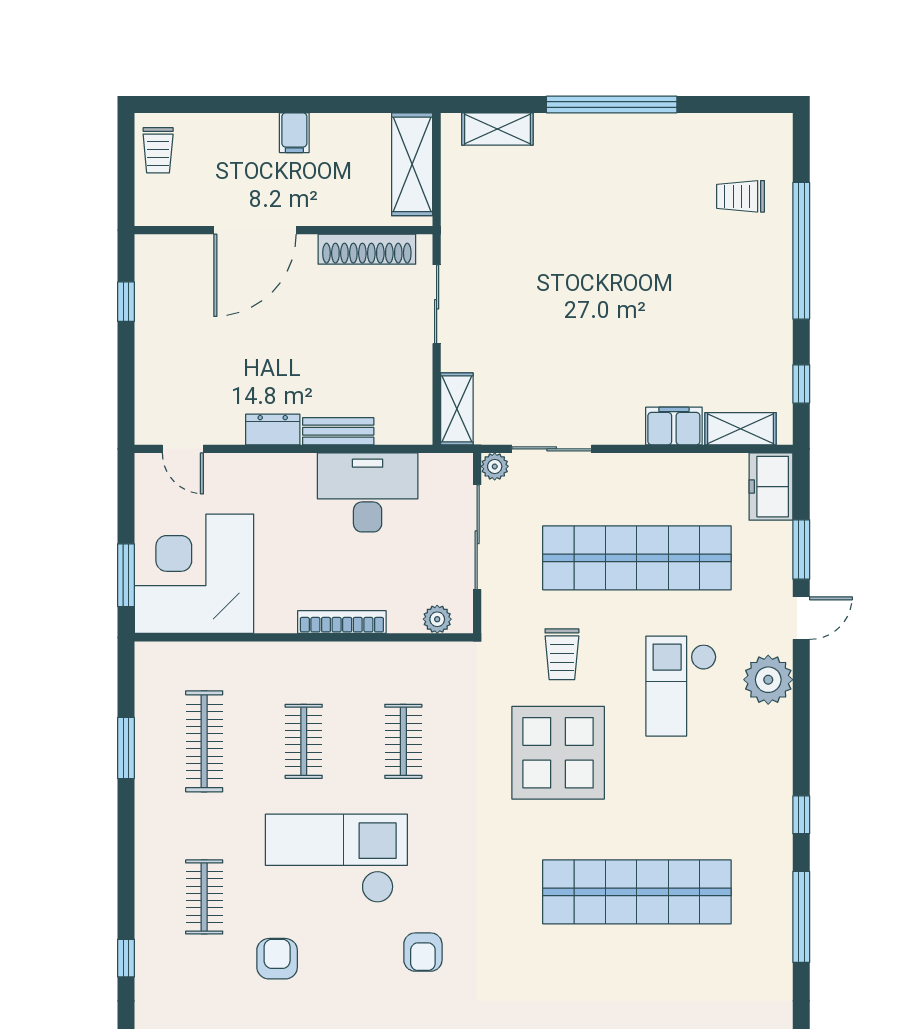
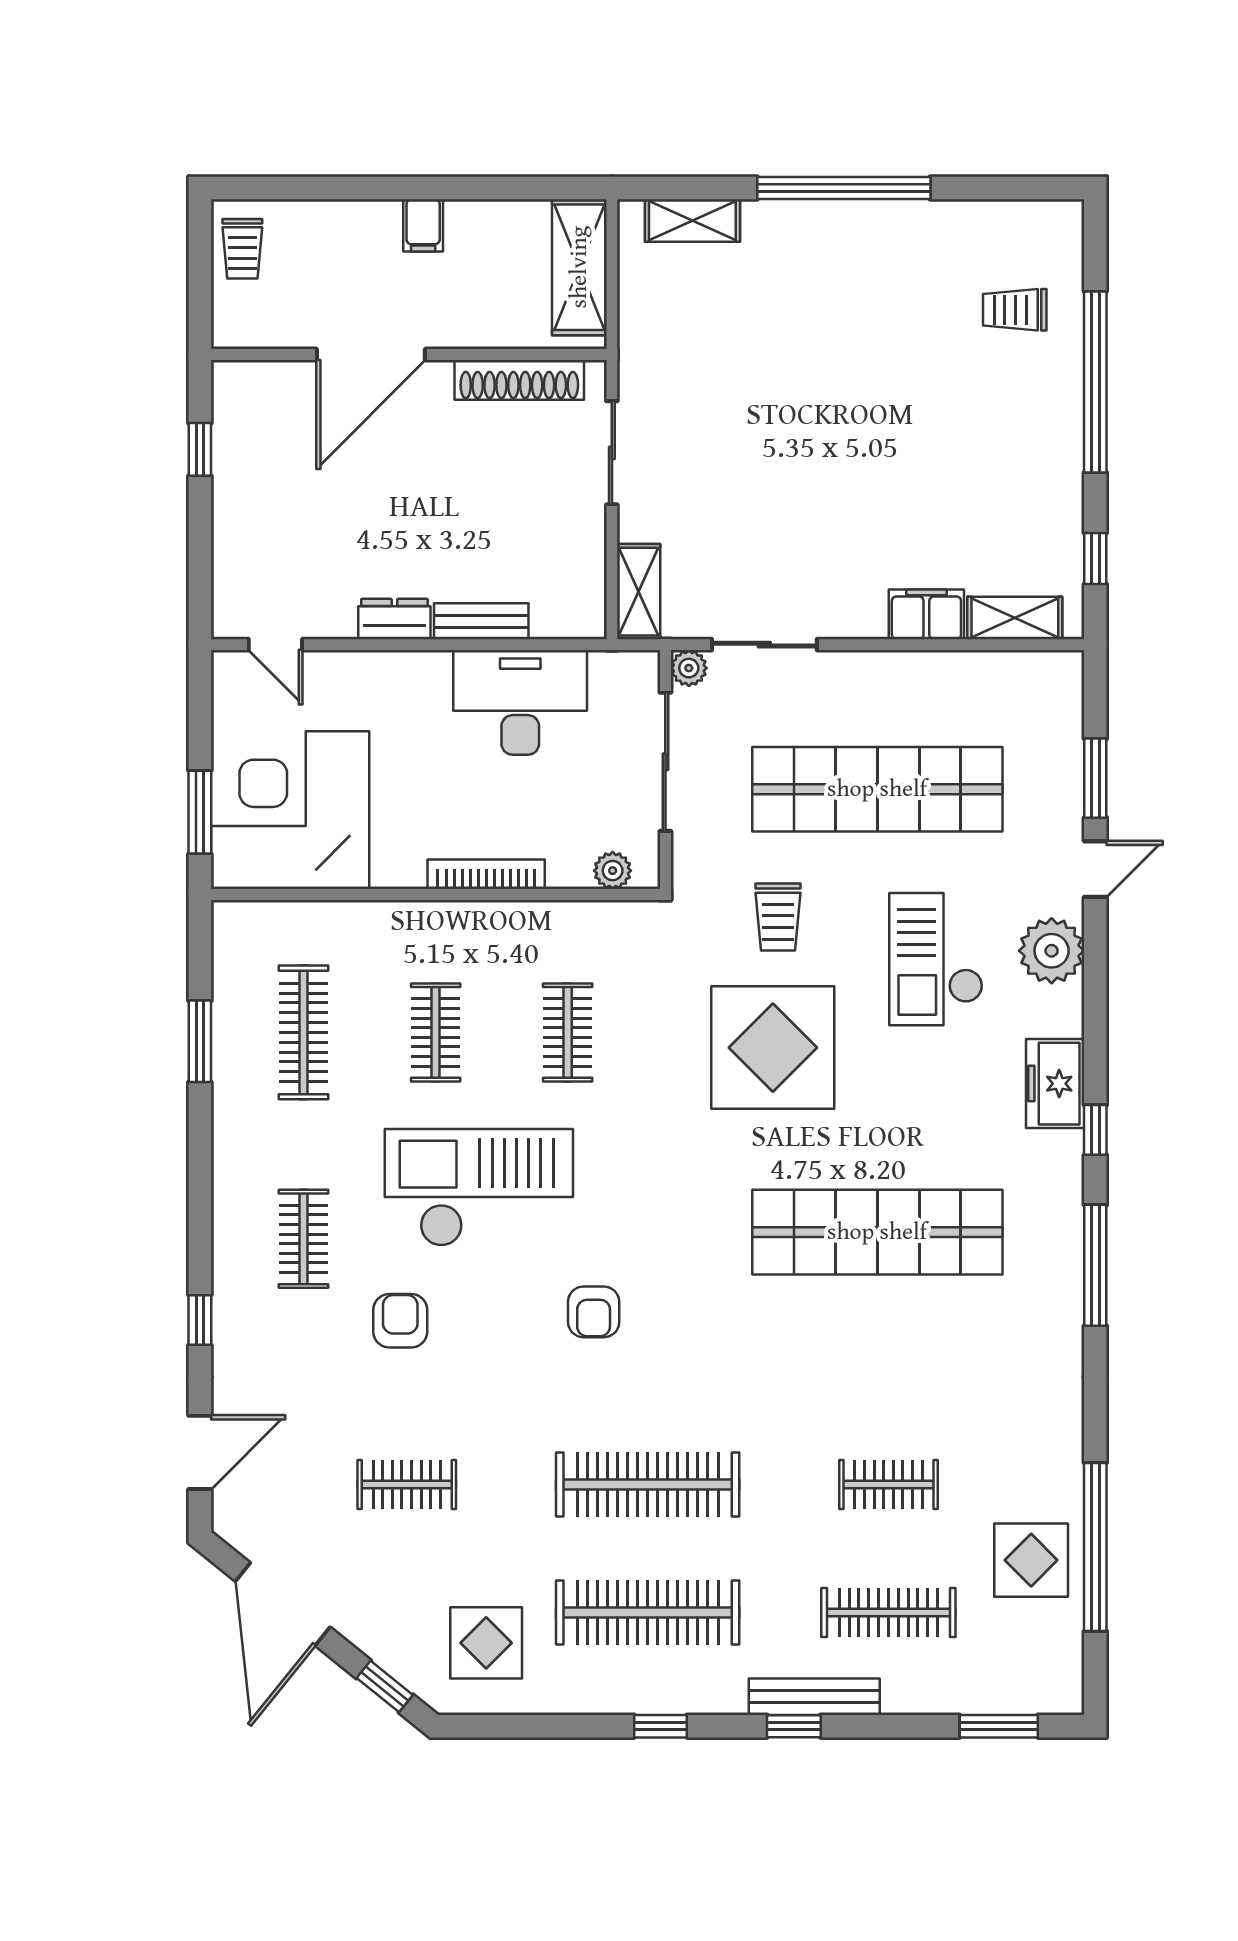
freezer: (771, 487) -> (1055, 1084), moved

